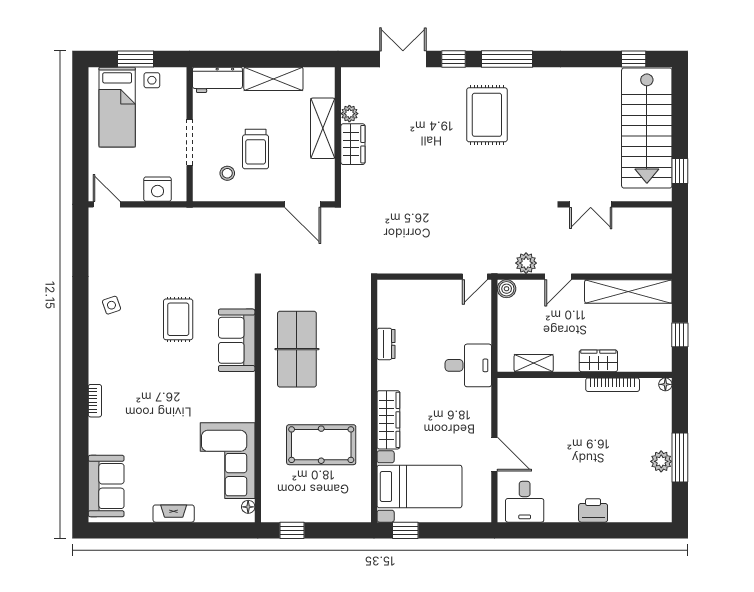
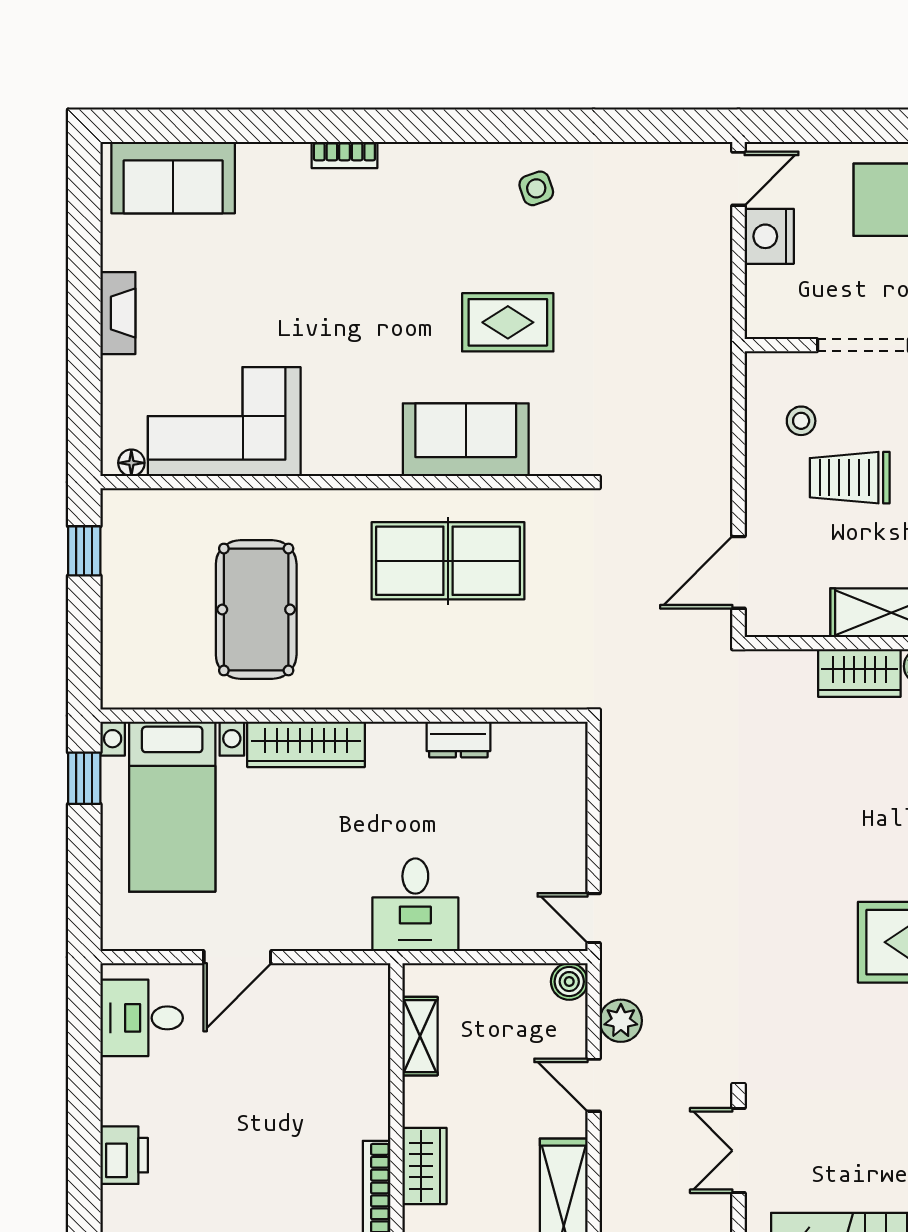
nightstand: (158, 189) -> (769, 236), moved

